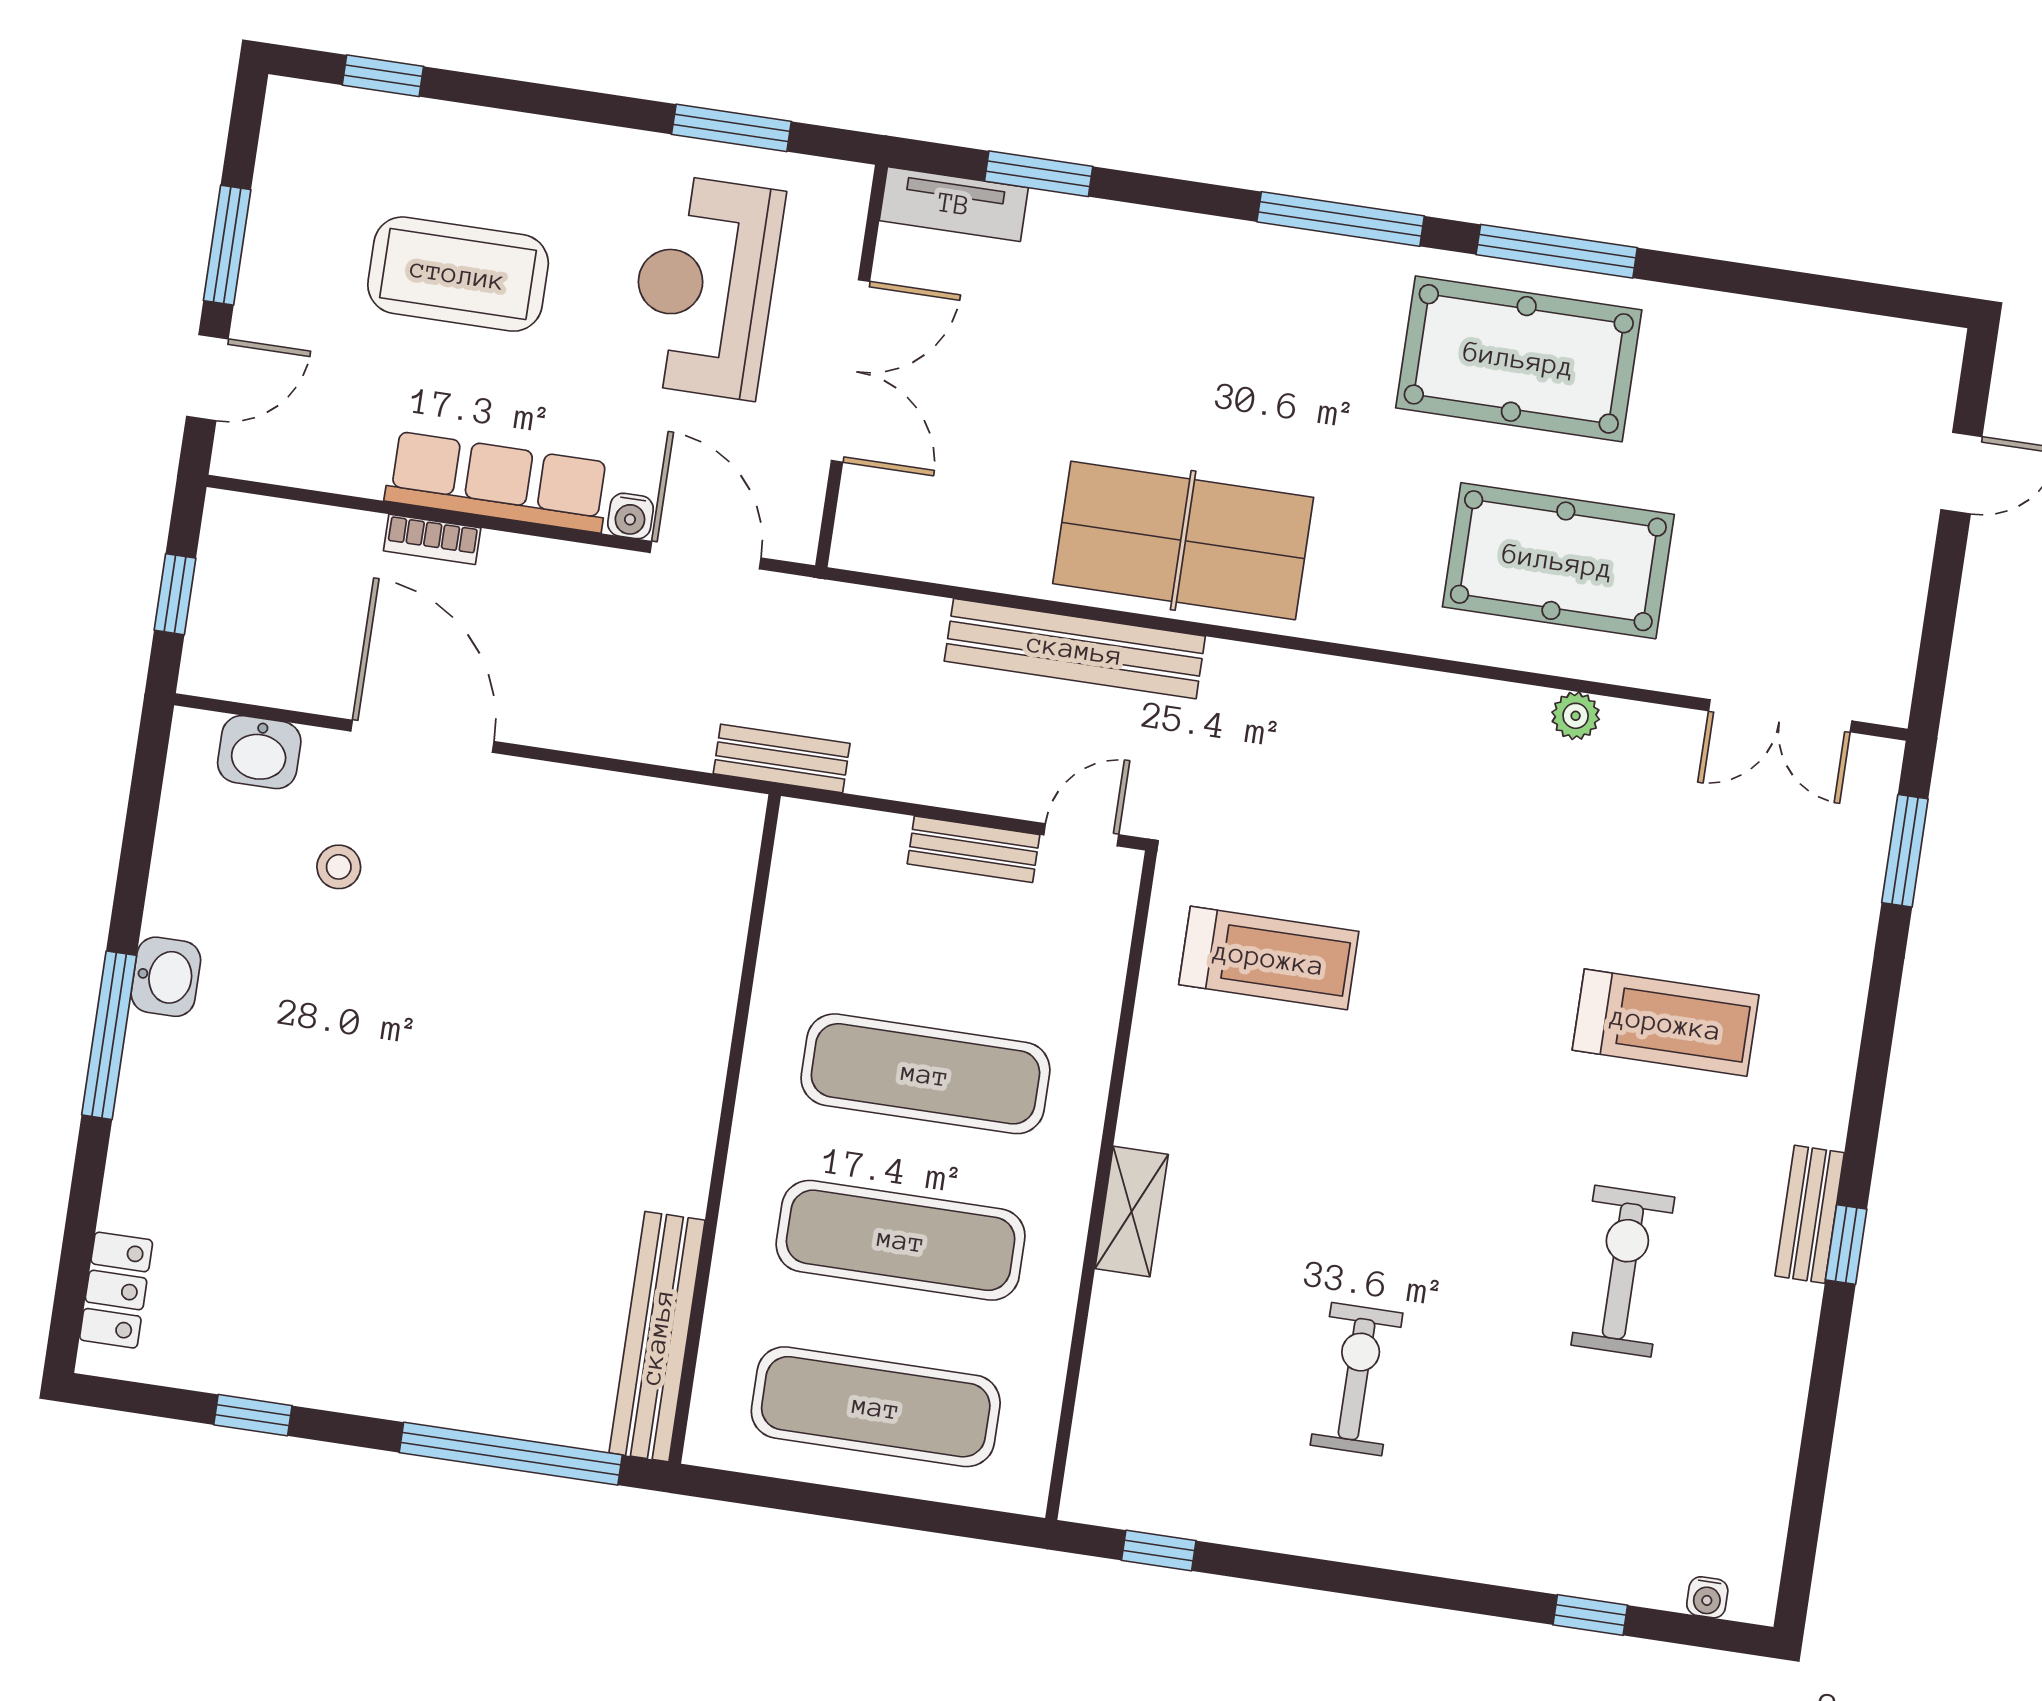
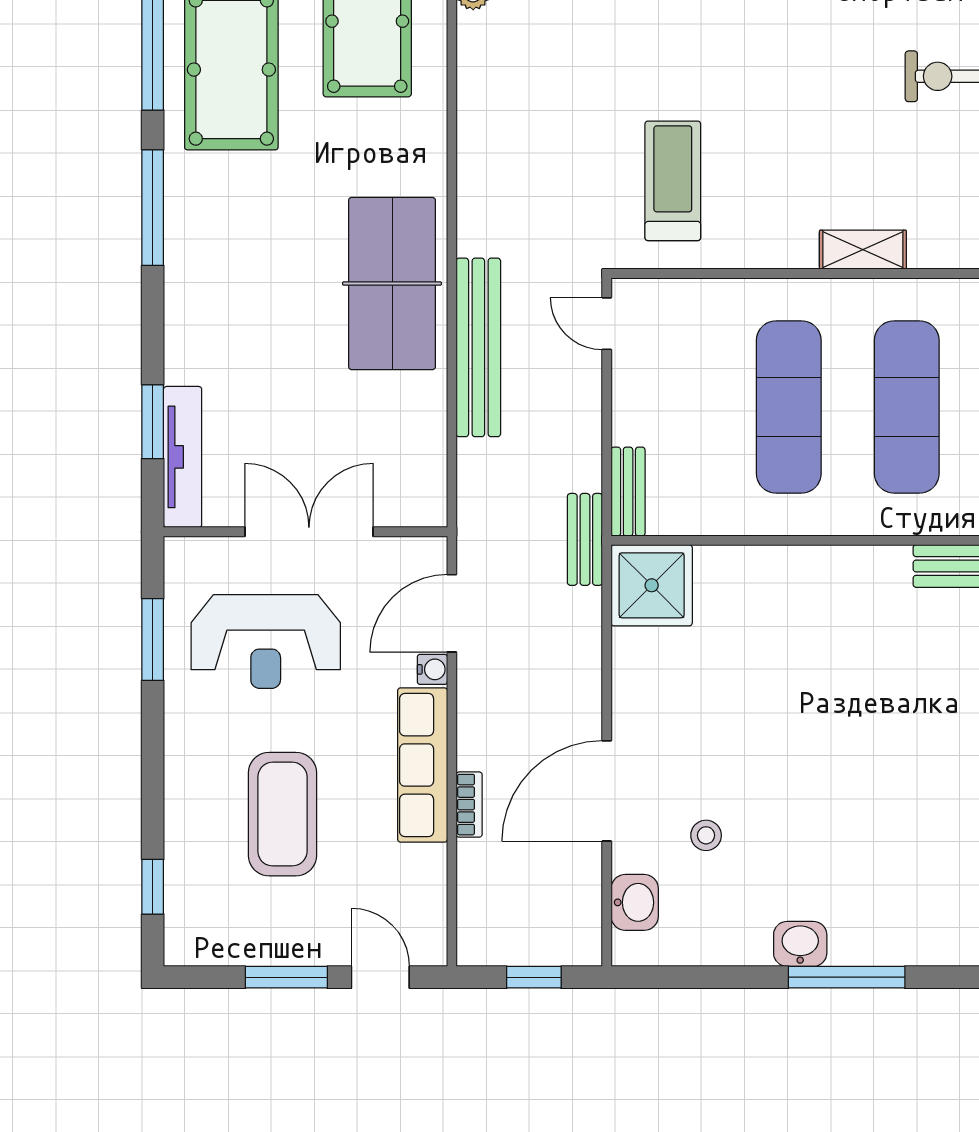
tv unit: (954, 204) -> (183, 457), width x1.41
shower: (703, 843) -> (652, 585), added
bench: (974, 849) -> (628, 492), moved

